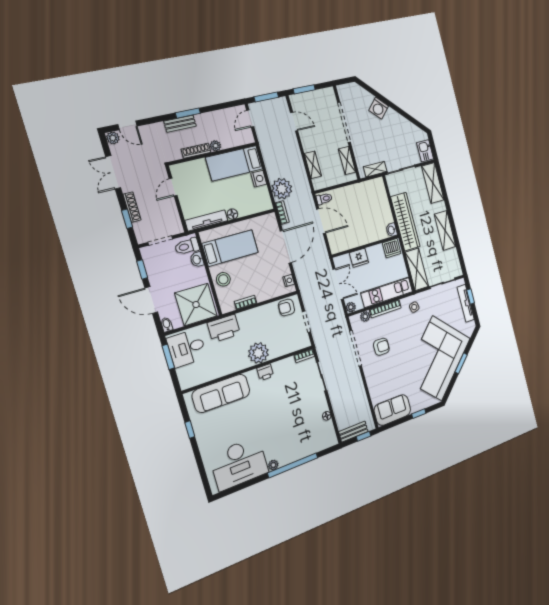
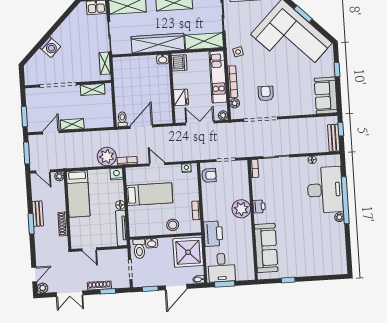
bench: (180, 124) -> (38, 214), moved
plant: (215, 146) -> (59, 176), moved
shelving: (313, 165) -> (72, 124), moved
nightstand: (259, 179) -> (117, 174), moved
door: (286, 247) -> (157, 164), width x0.53
bed: (230, 248) -> (150, 194), moved, turned 90
armchair: (286, 307) -> (209, 175), turned -92
desk: (239, 464) -> (325, 190), moved

